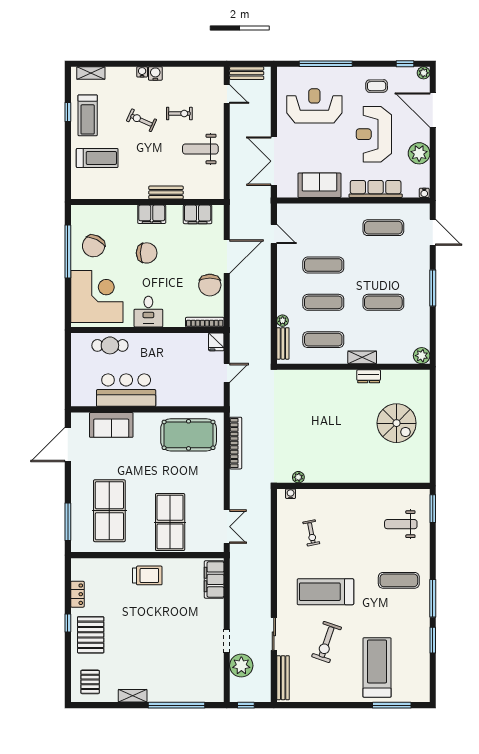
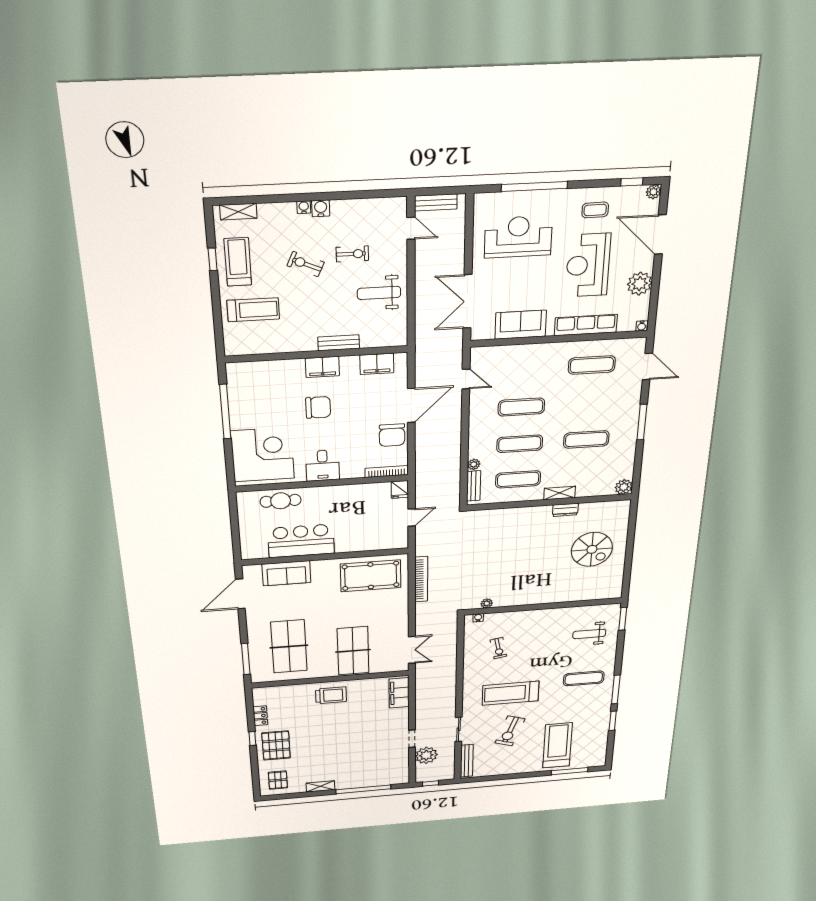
treadmill: (88, 115) -> (238, 262), turned 180
chair: (94, 246) -> (255, 404), removed

